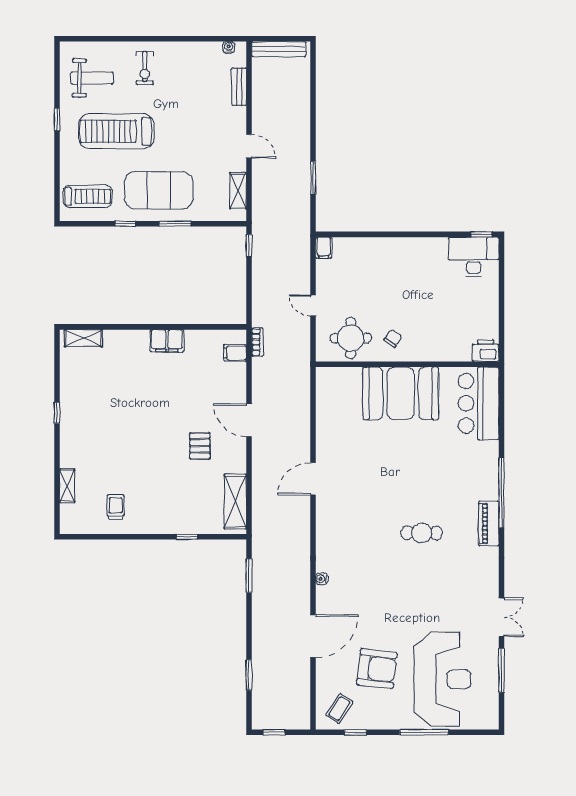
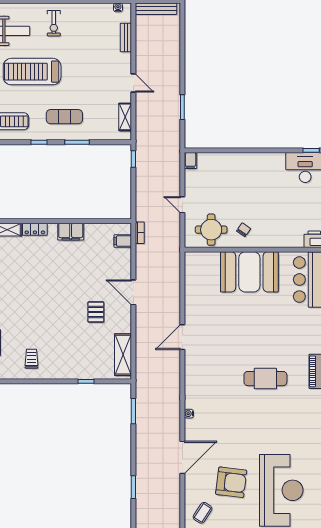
exercise mat: (159, 190) -> (64, 117), width x0.50, depth x0.69
locker: (120, 338) -> (35, 229), added
cafe table: (422, 533) -> (265, 379), width x1.37, depth x1.35

